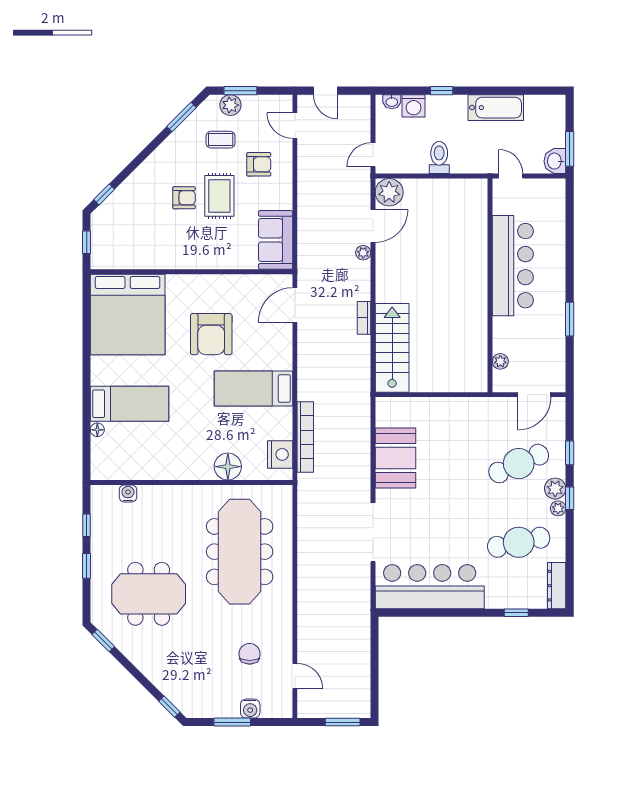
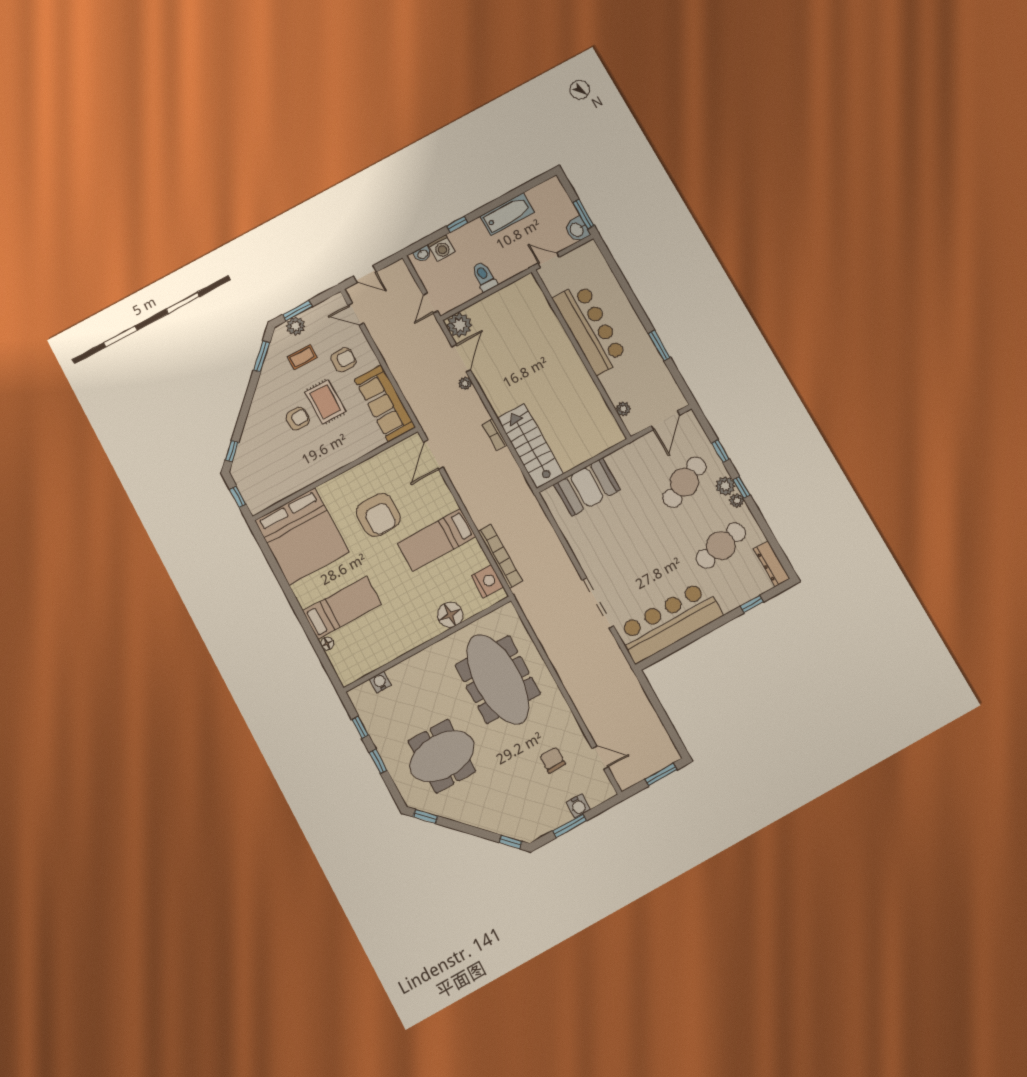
sofa: (276, 240) -> (385, 403), width x1.36
booth: (395, 458) -> (587, 487), moved, turned 90

